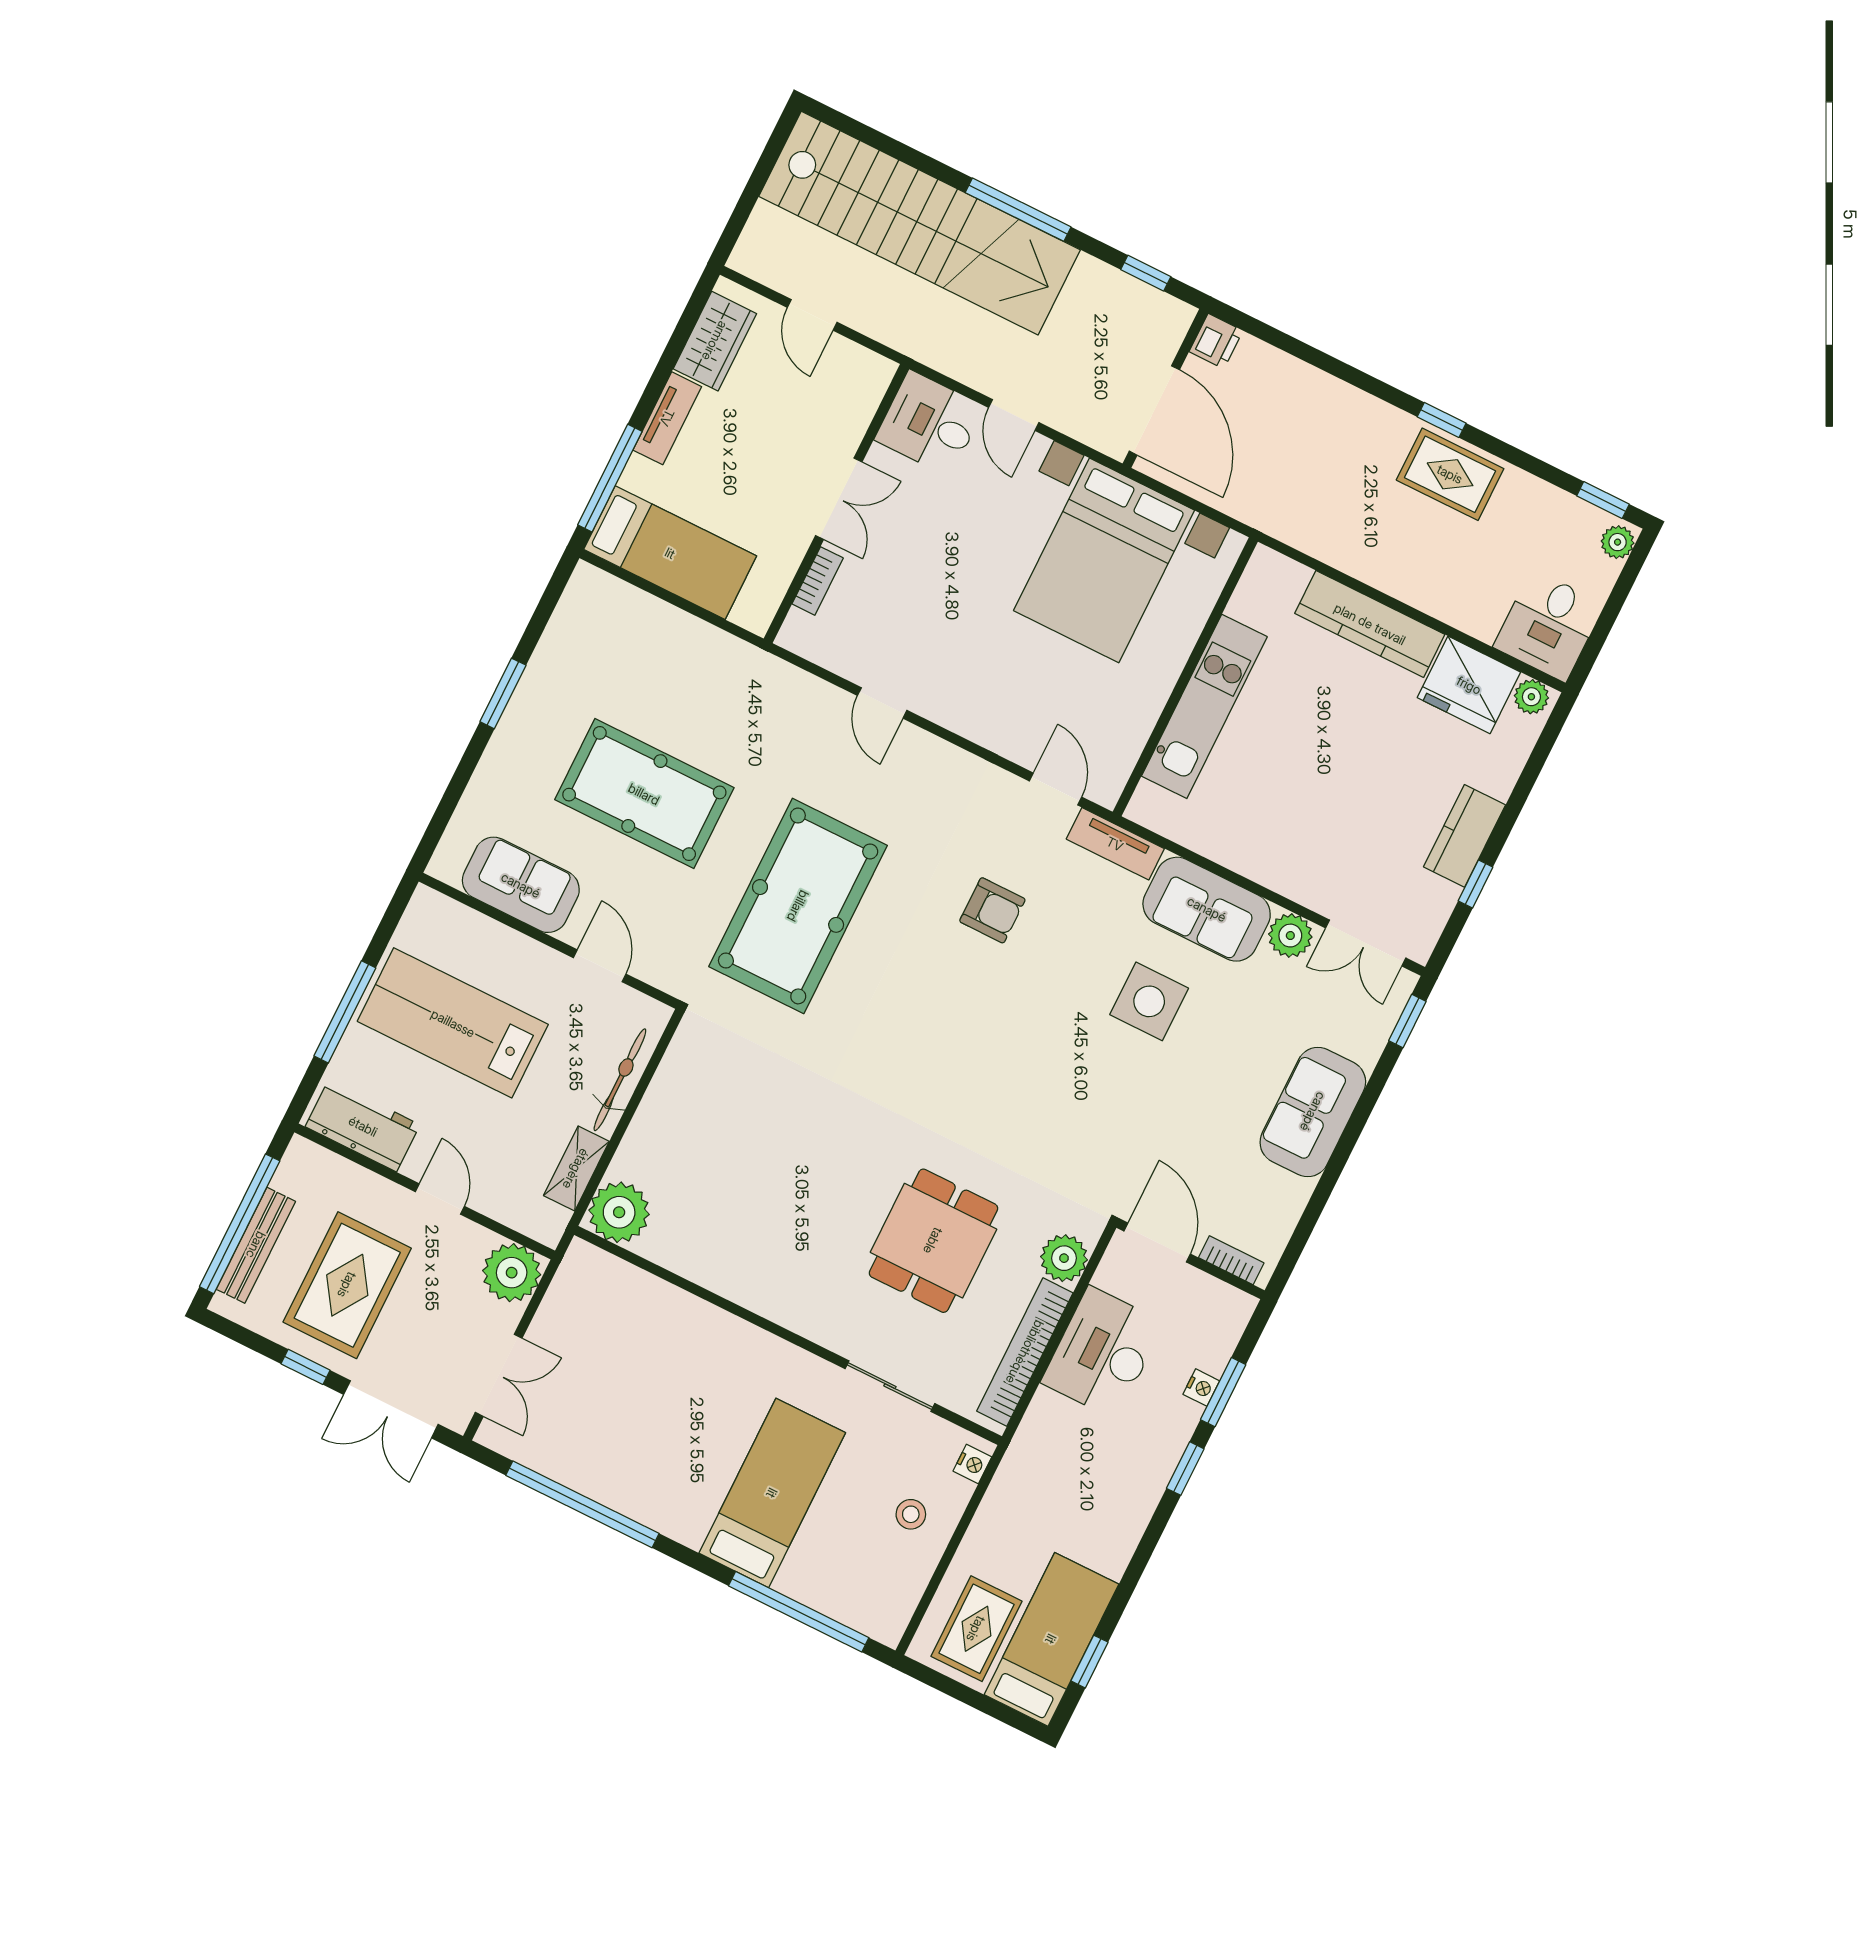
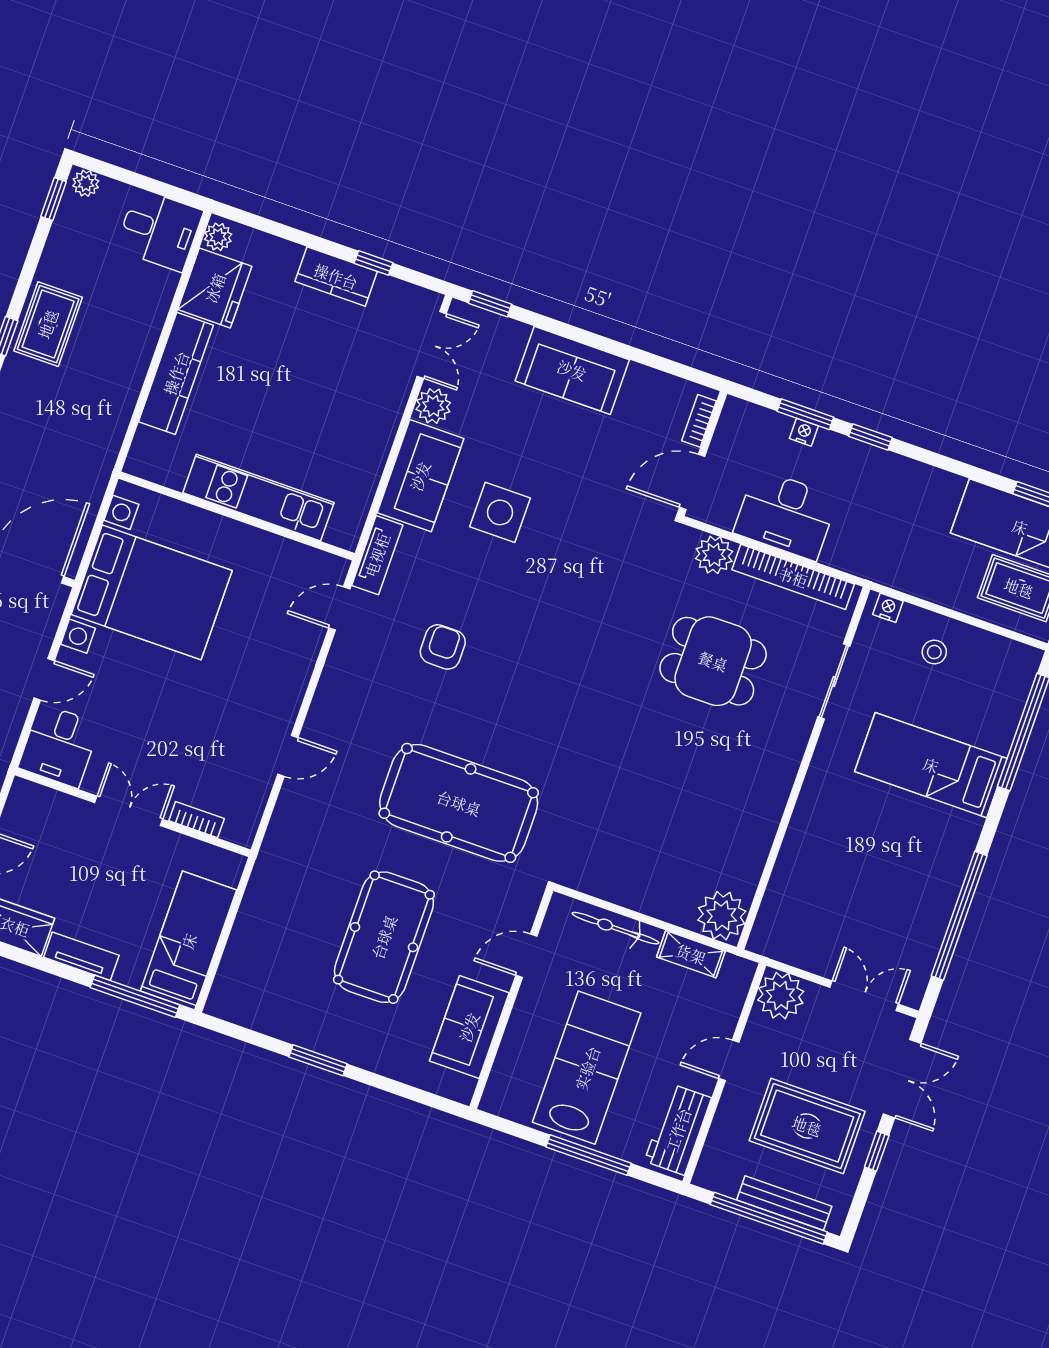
lab bench: (453, 1023) -> (587, 1068), turned 180

